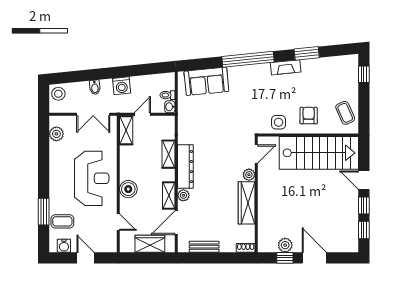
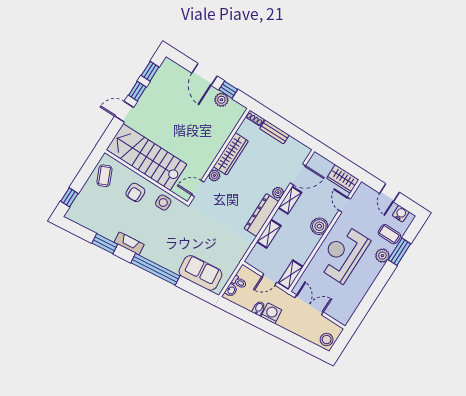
bidet: (95, 87) -> (259, 308), moved
washbasin: (170, 107) -> (231, 290), moved
plant: (56, 134) -> (382, 256), moved
door: (364, 180) -> (124, 112), swing flipped
wardrobe: (150, 244) -> (343, 179), moved
bench: (204, 247) -> (274, 132), moved

